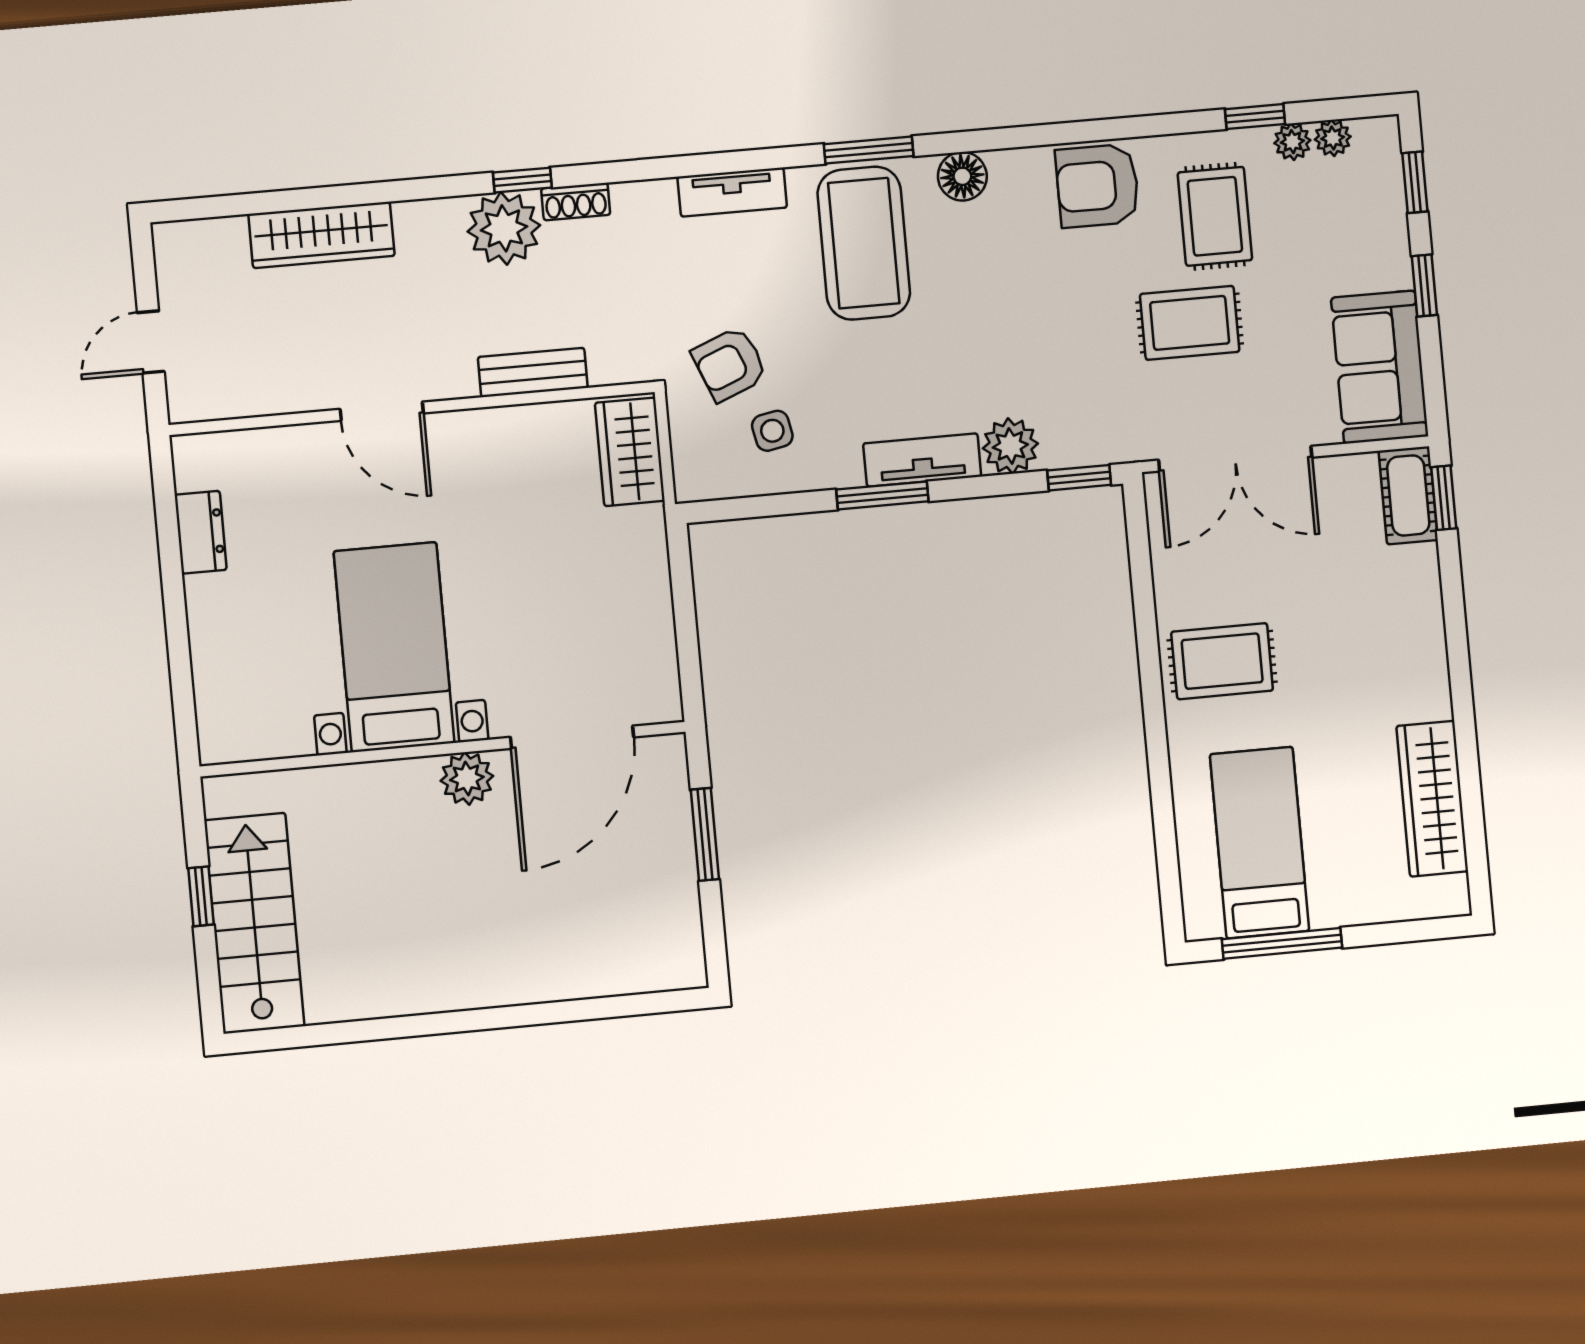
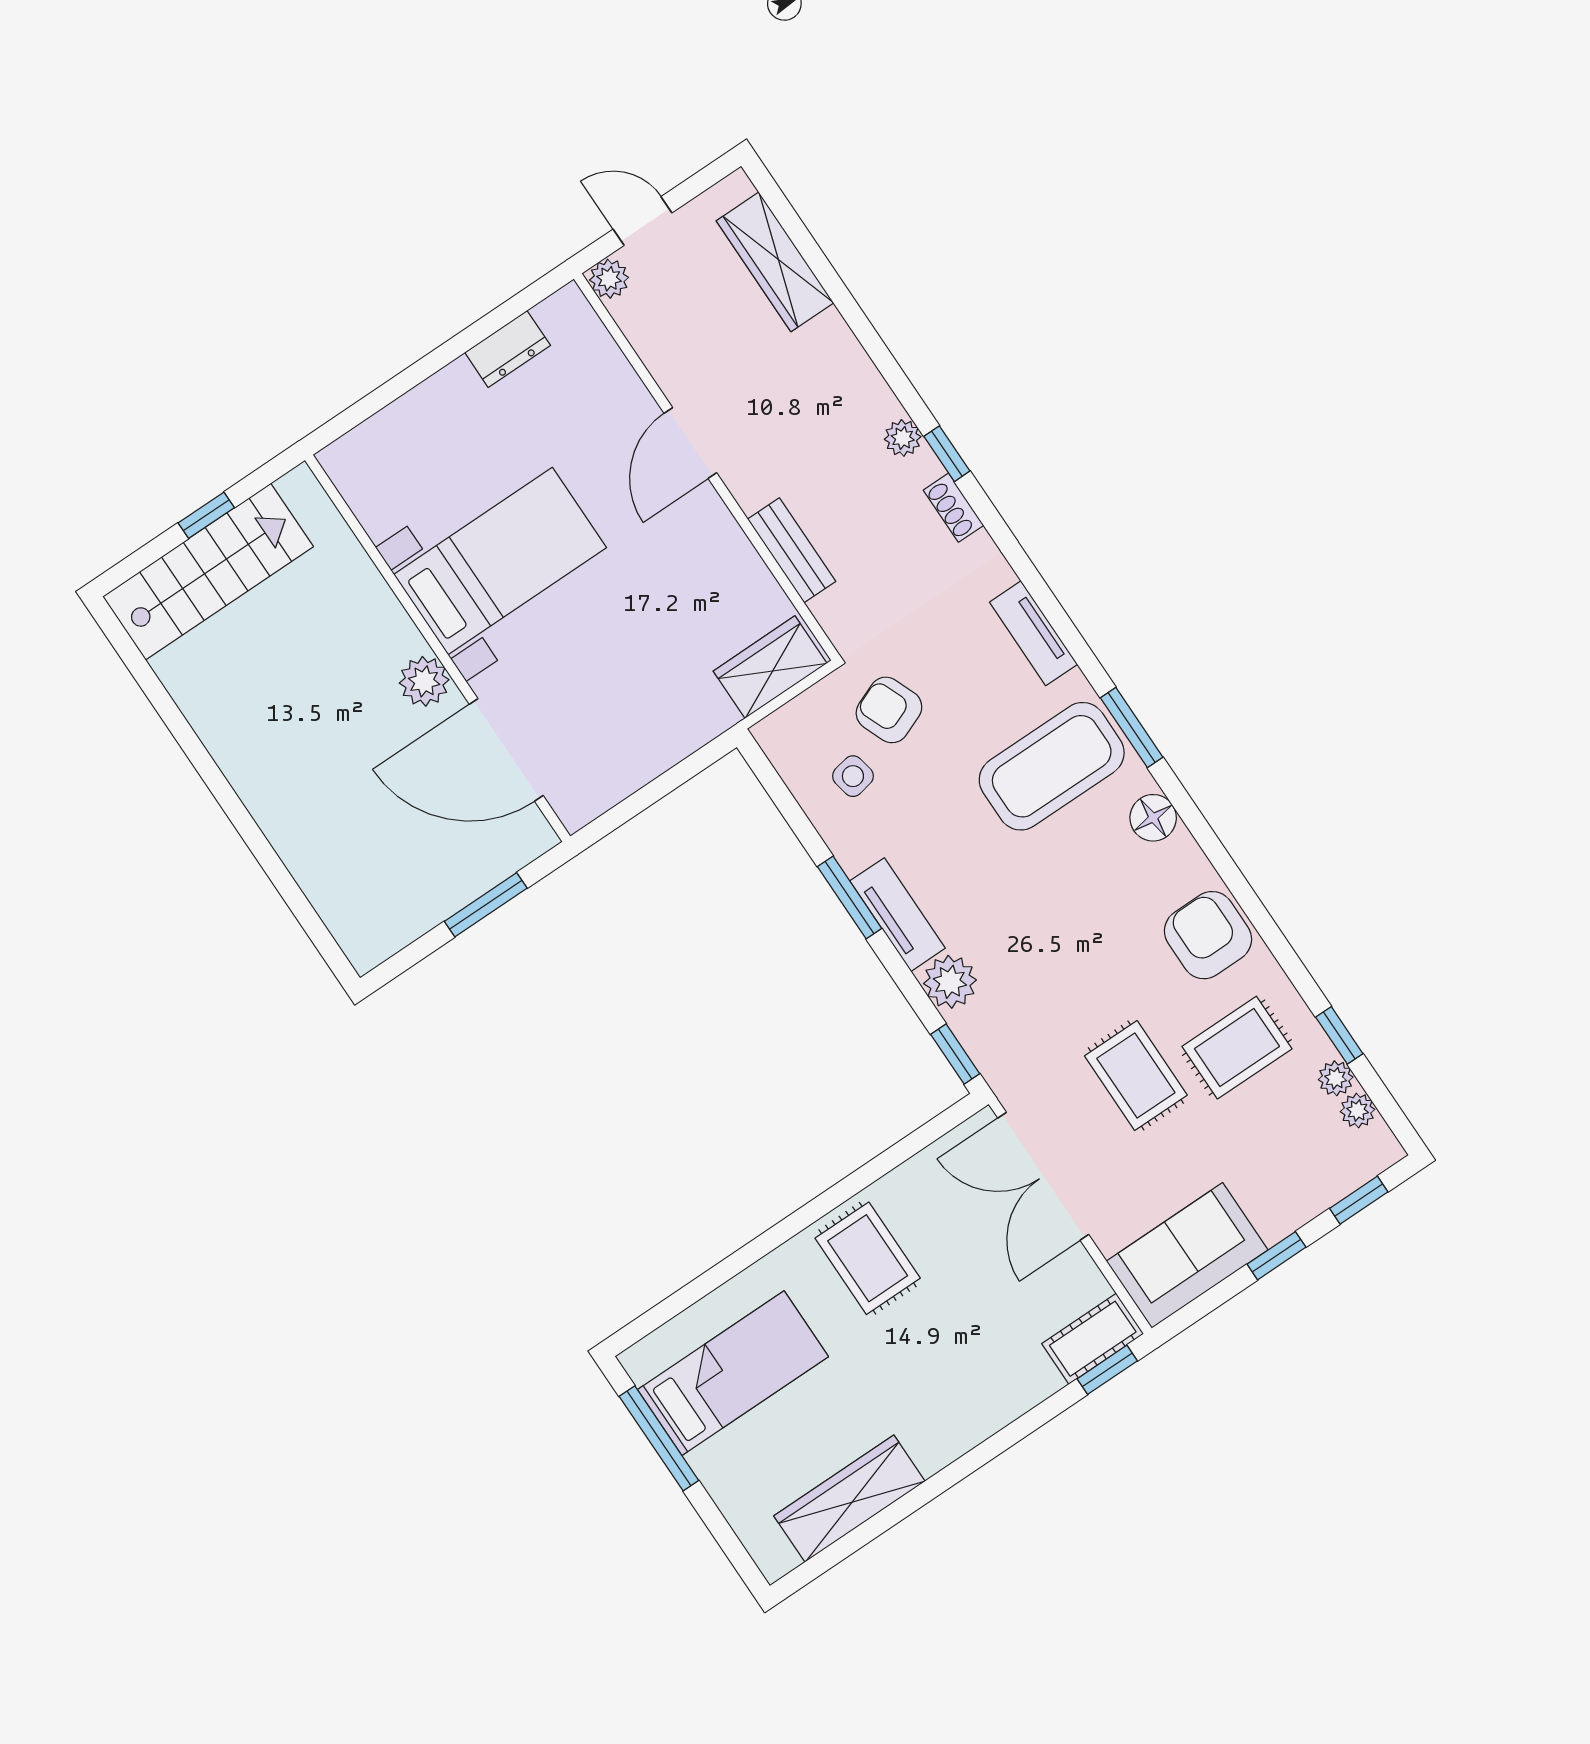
plant: (504, 228) -> (903, 438), width x0.53, depth x0.53
wardrobe: (321, 235) -> (775, 262), moved
plant: (187, 403) -> (609, 279), added

